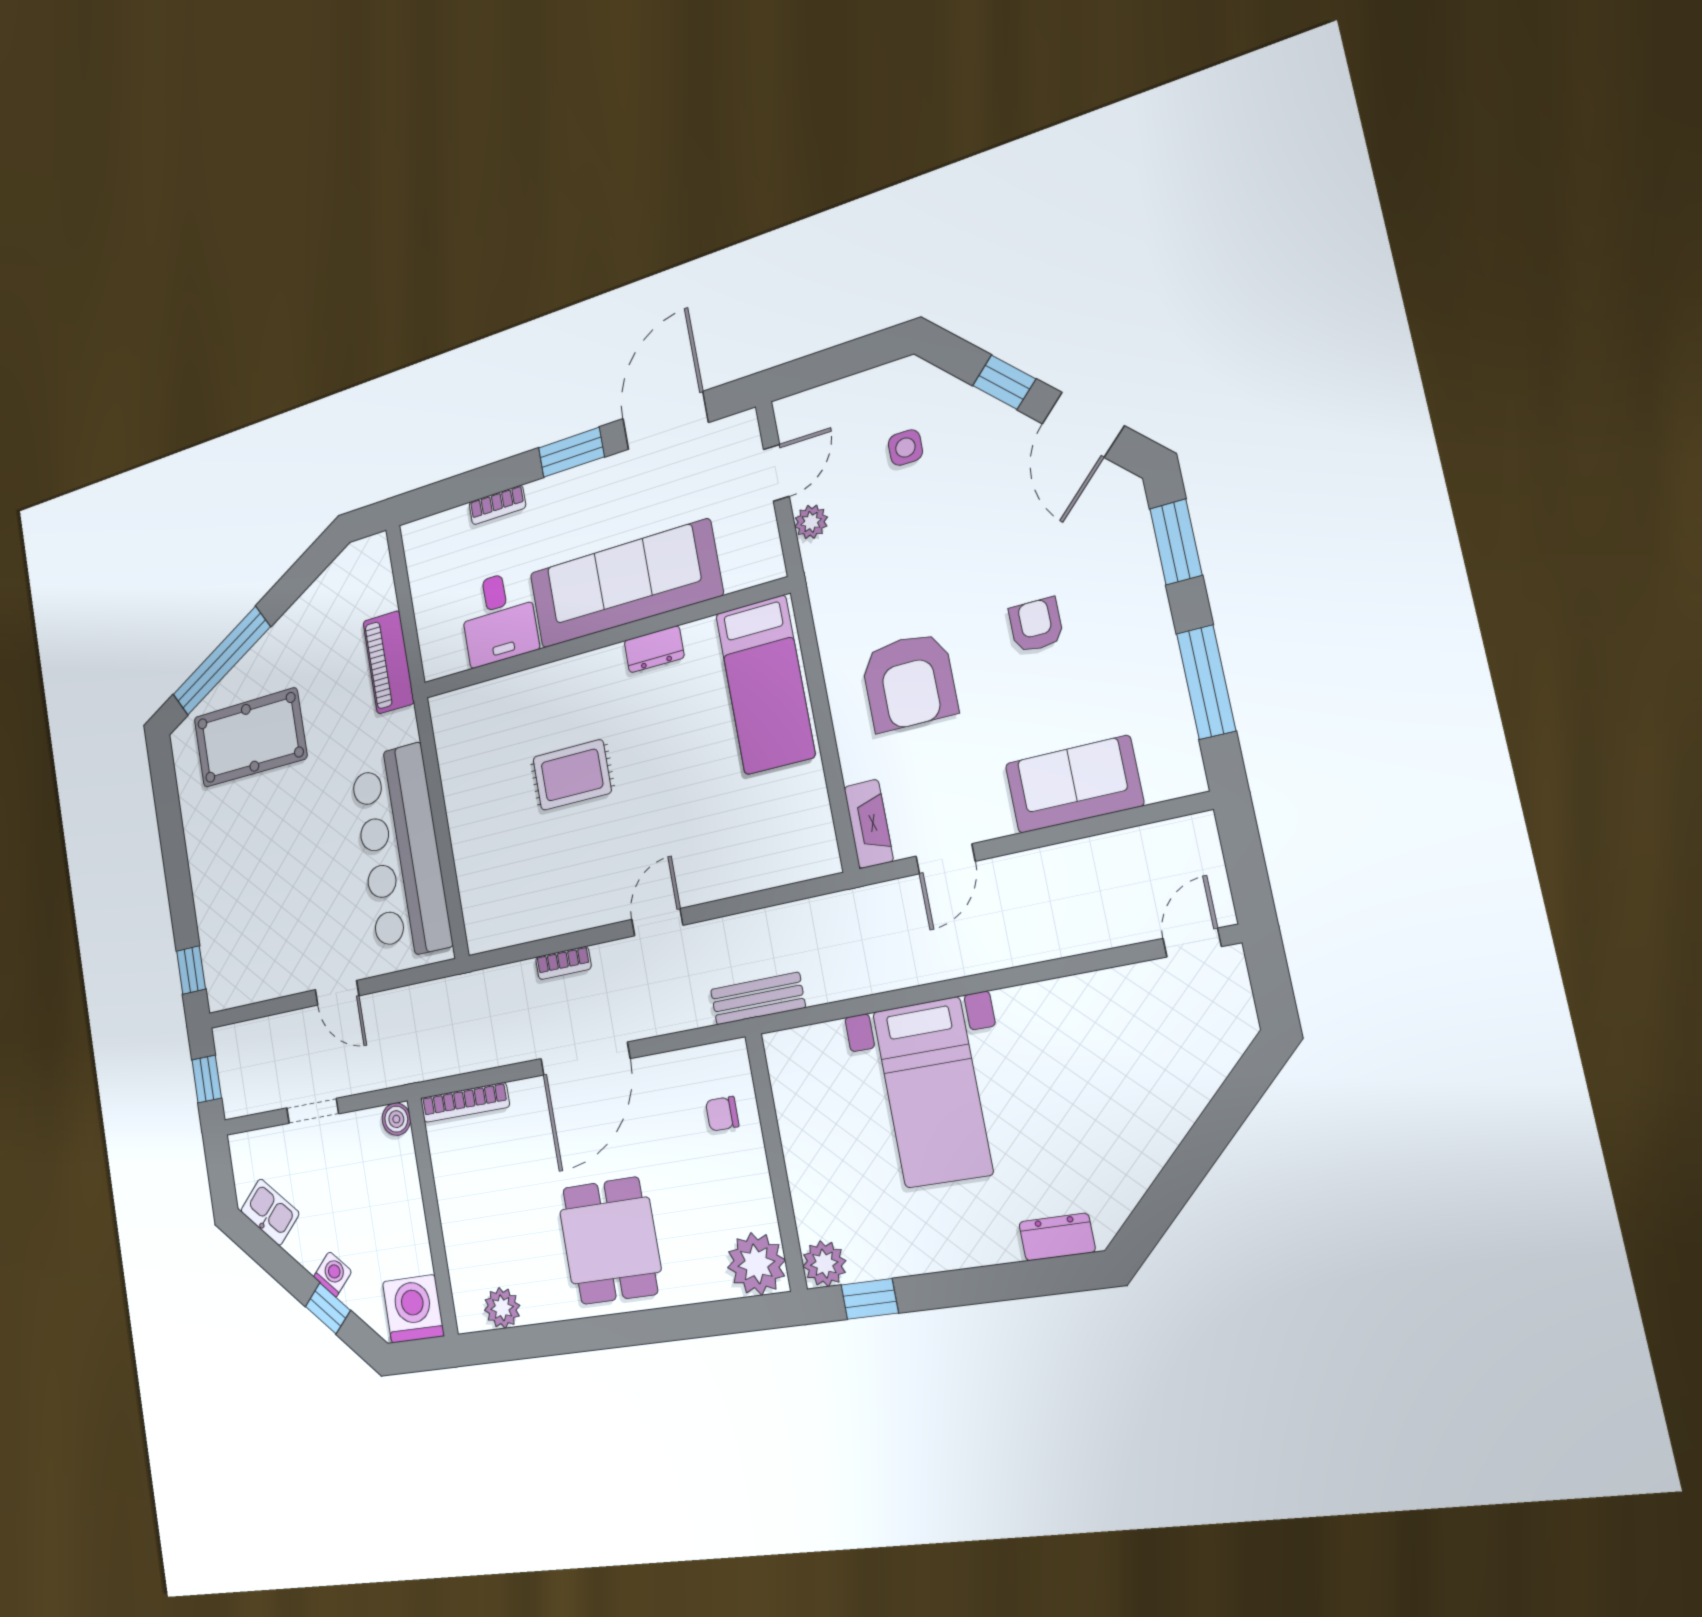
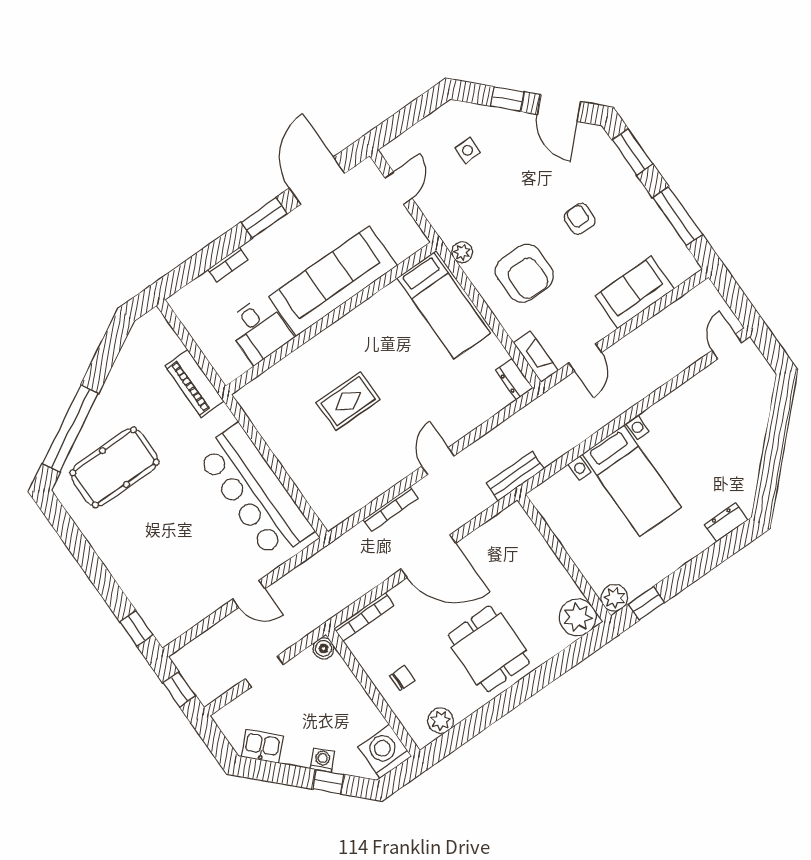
plant: (811, 522) -> (462, 252), moved
dresser: (654, 649) -> (514, 379), moved, turned 90
bookcase: (563, 963) -> (391, 509), width x1.56
door: (585, 1059) -> (428, 556), hinge flipped
chair: (722, 1114) -> (402, 678), moved, turned 180

